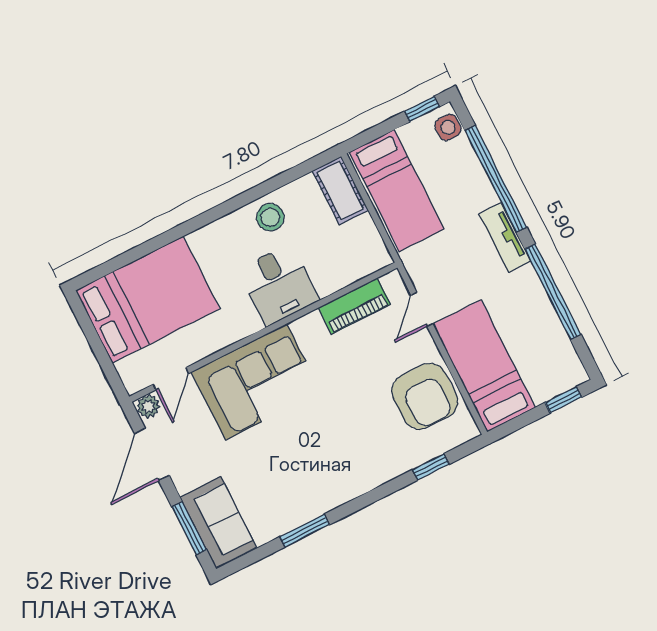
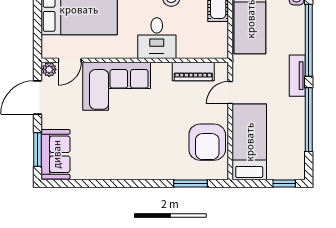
window: (431, 467) -> (191, 184), width x1.50
window: (304, 531) -> (102, 184), removed

